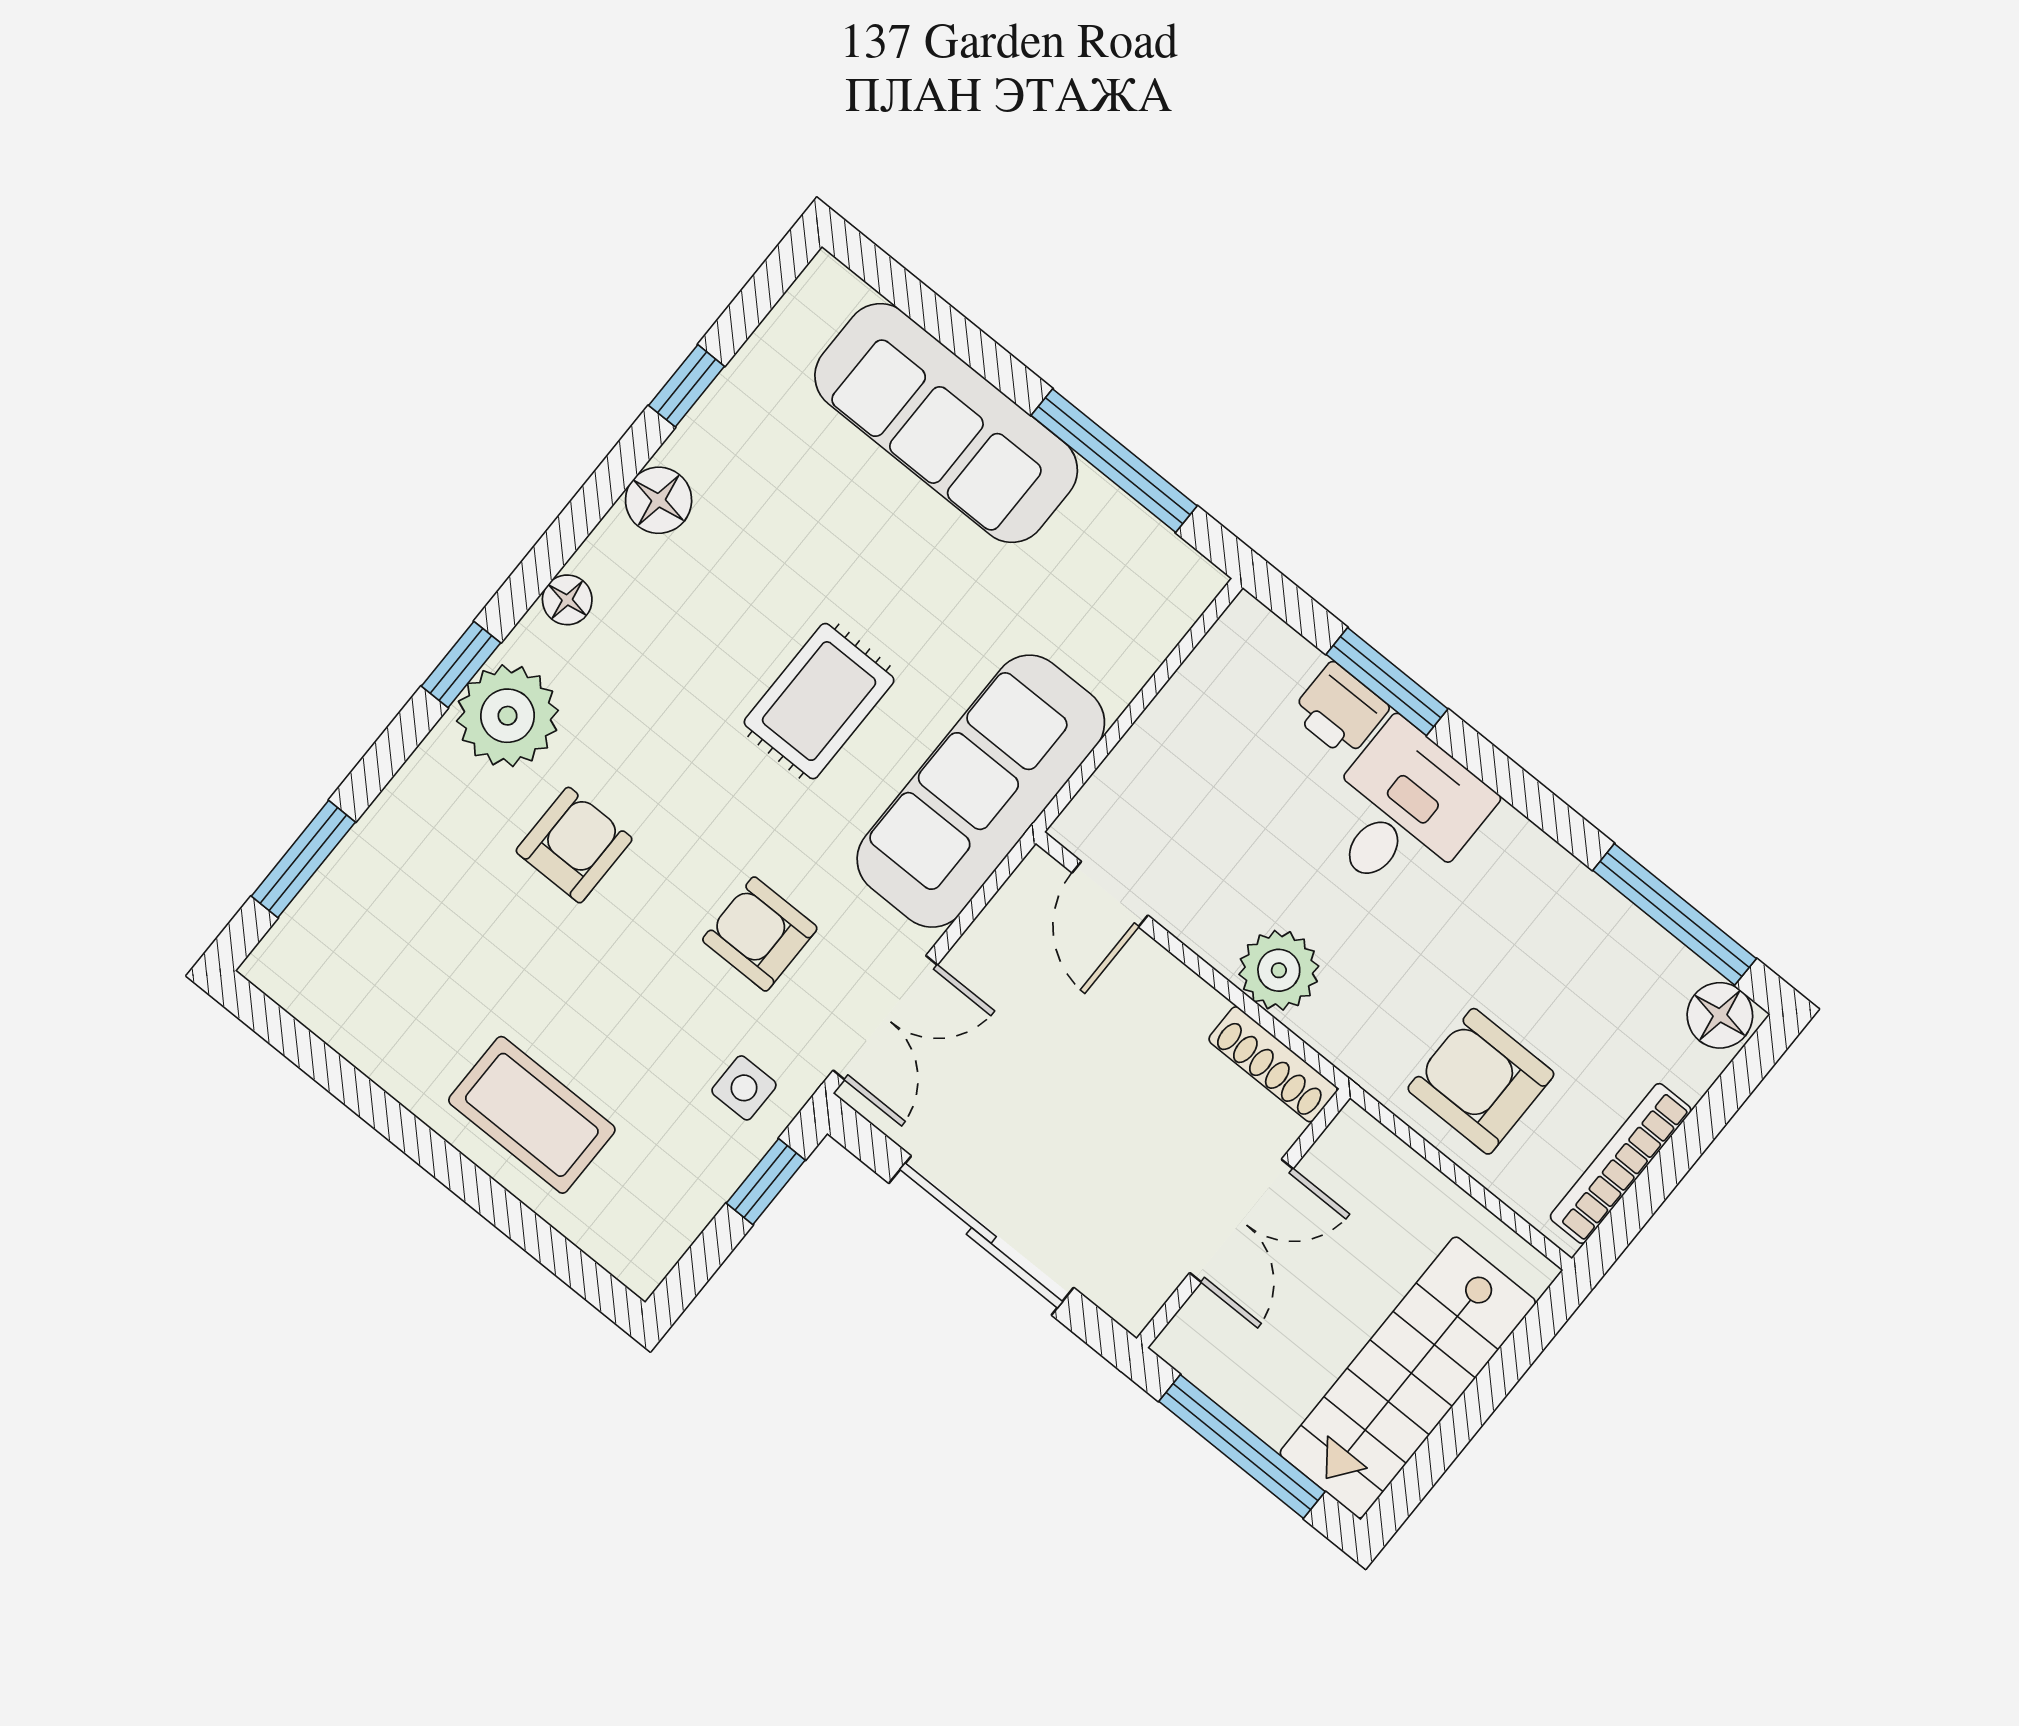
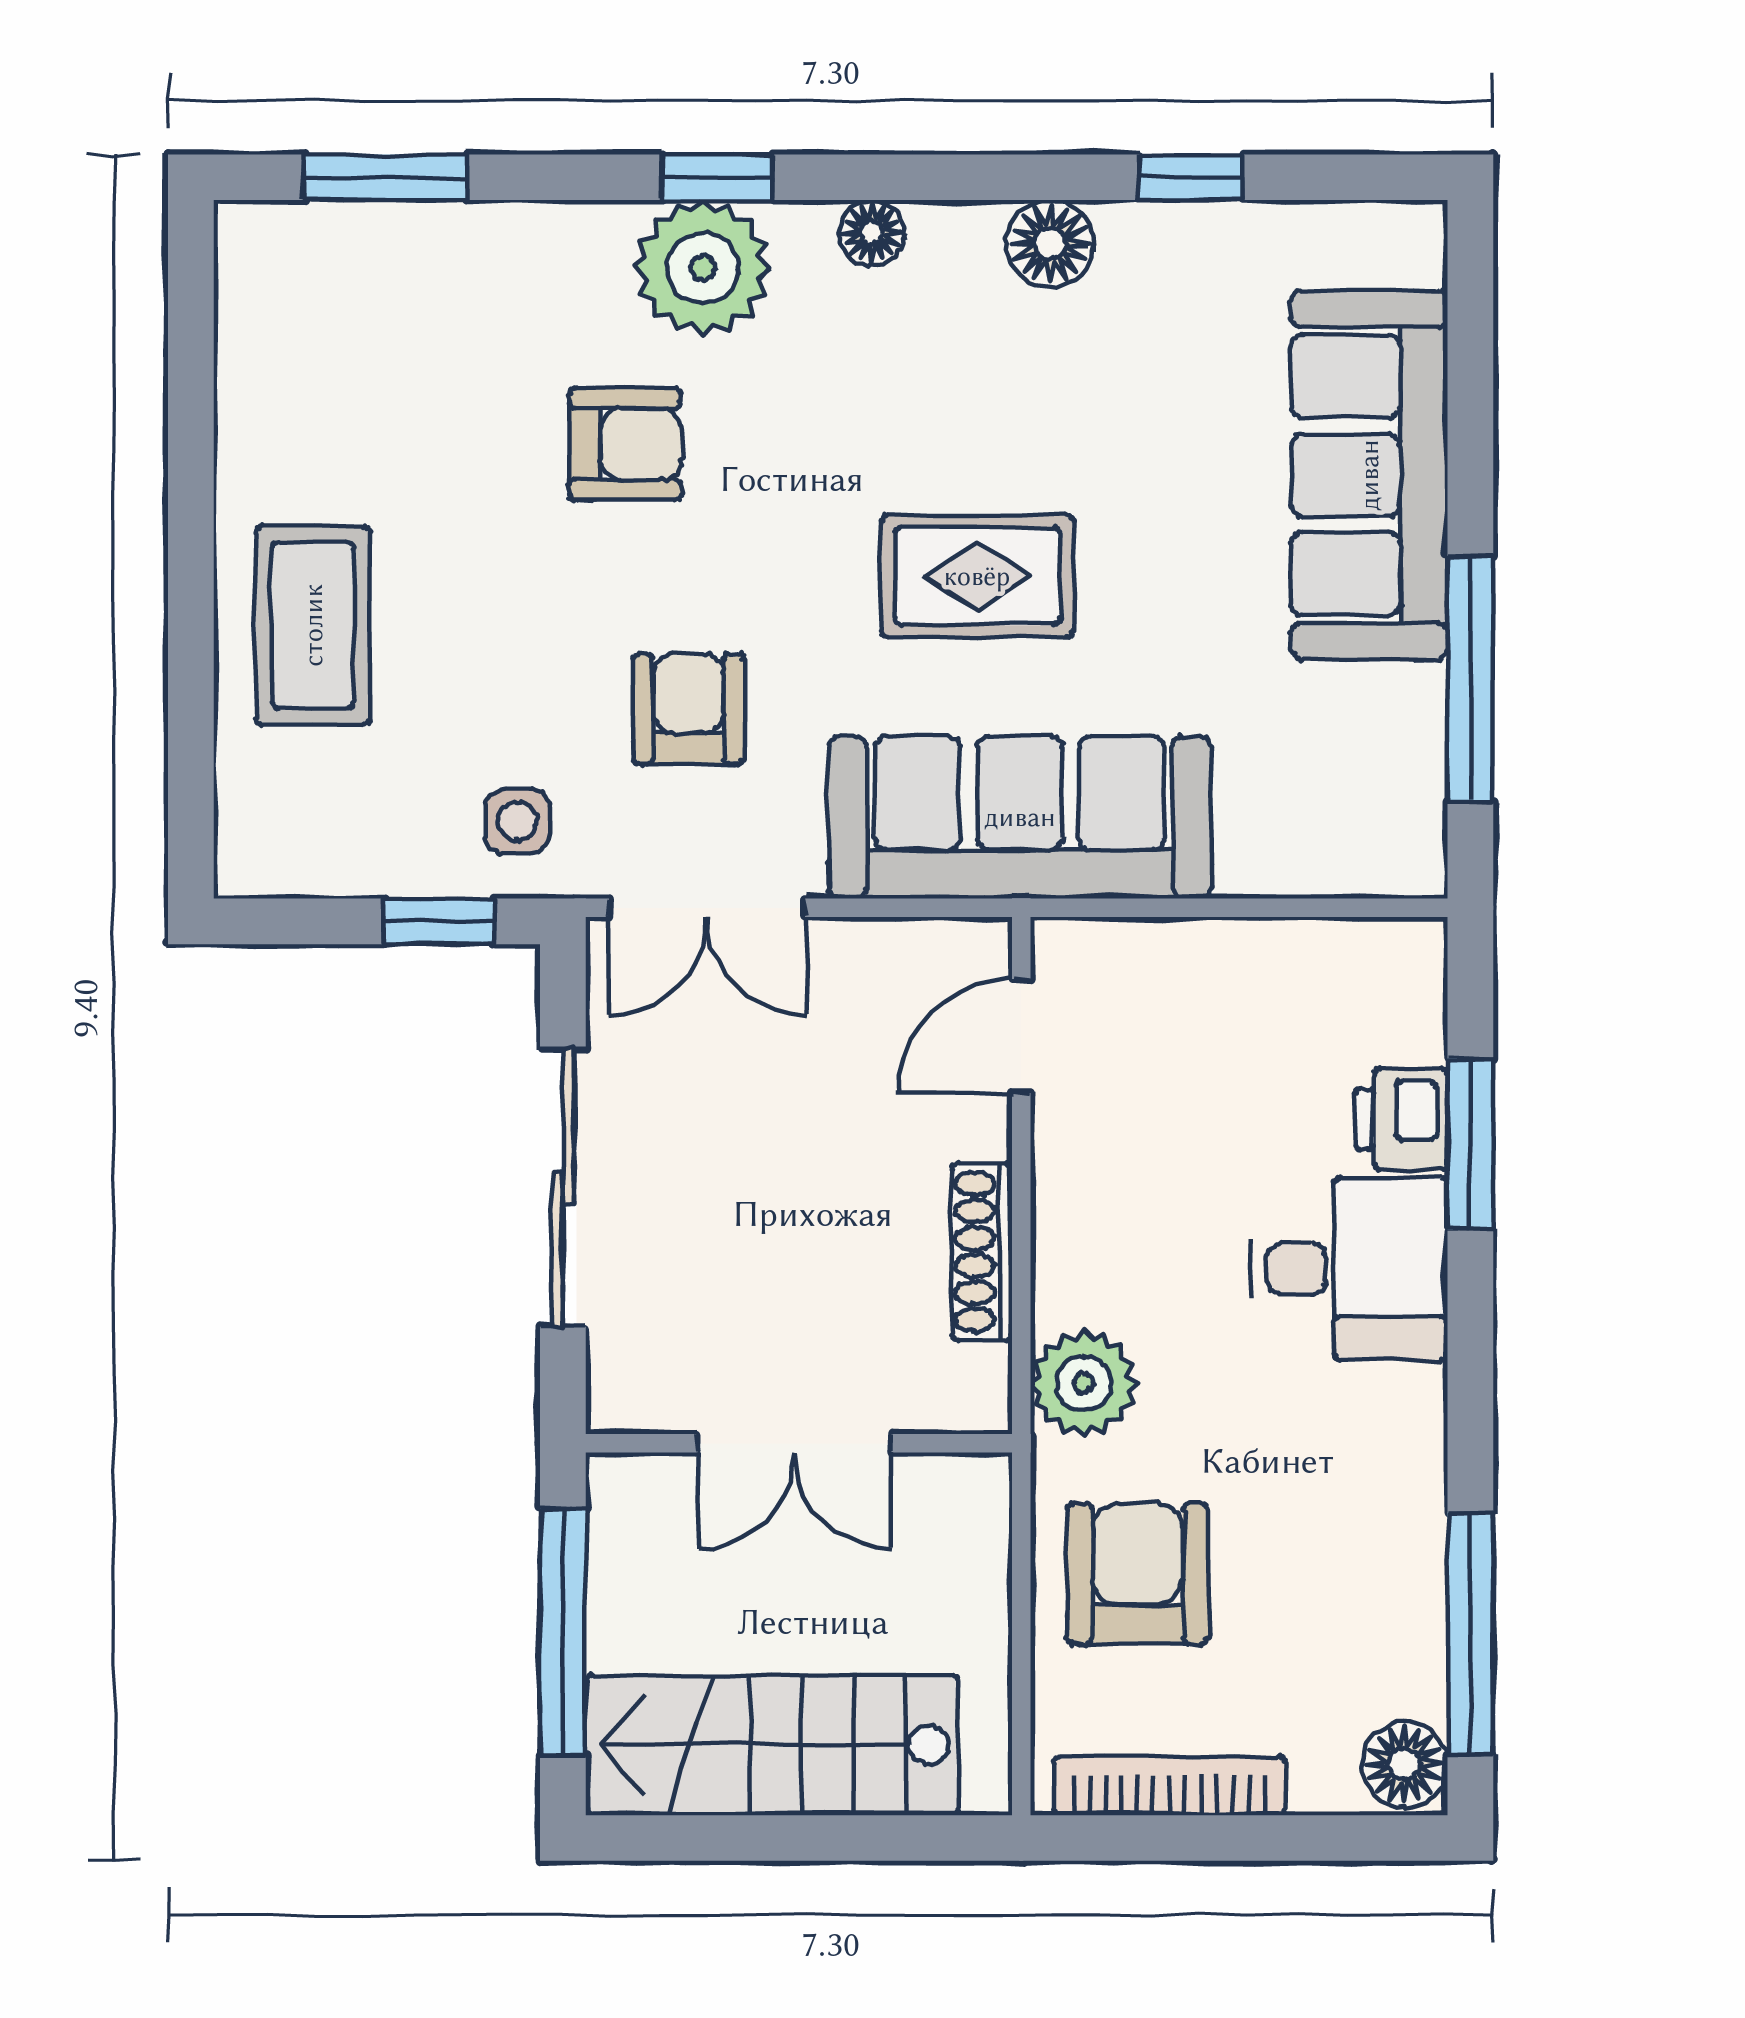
plant: (1279, 970) -> (1083, 1383), moved
shoe rack: (1273, 1064) -> (982, 1252), moved

